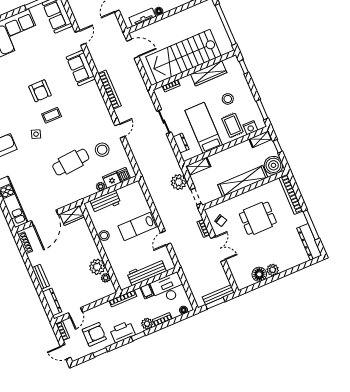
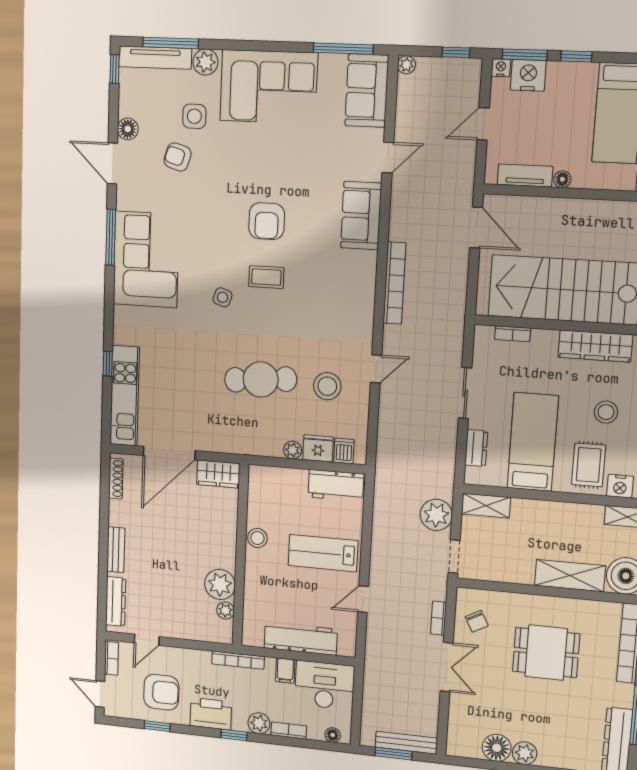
shelving: (243, 181) -> (570, 576), width x0.68
workbench: (105, 202) -> (336, 485), moved

